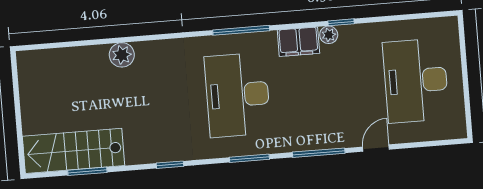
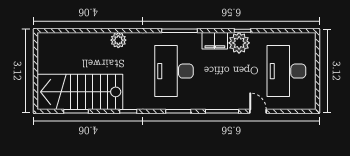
plant: (329, 35) -> (239, 43), width x1.87, depth x1.87
plant: (122, 55) -> (118, 40), moved
door: (376, 148) -> (258, 111), hinge flipped
stairs: (74, 151) -> (80, 92), width x1.36, depth x1.51

